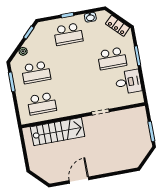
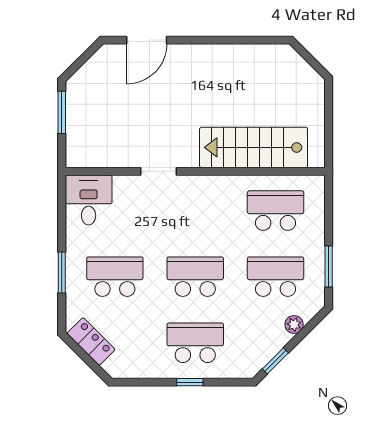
washbasin: (90, 17) -> (144, 369), removed
school desk: (74, 65) -> (195, 277), added
desk: (128, 82) -> (89, 200), moved, turned 90
door: (79, 180) -> (147, 40), moved

